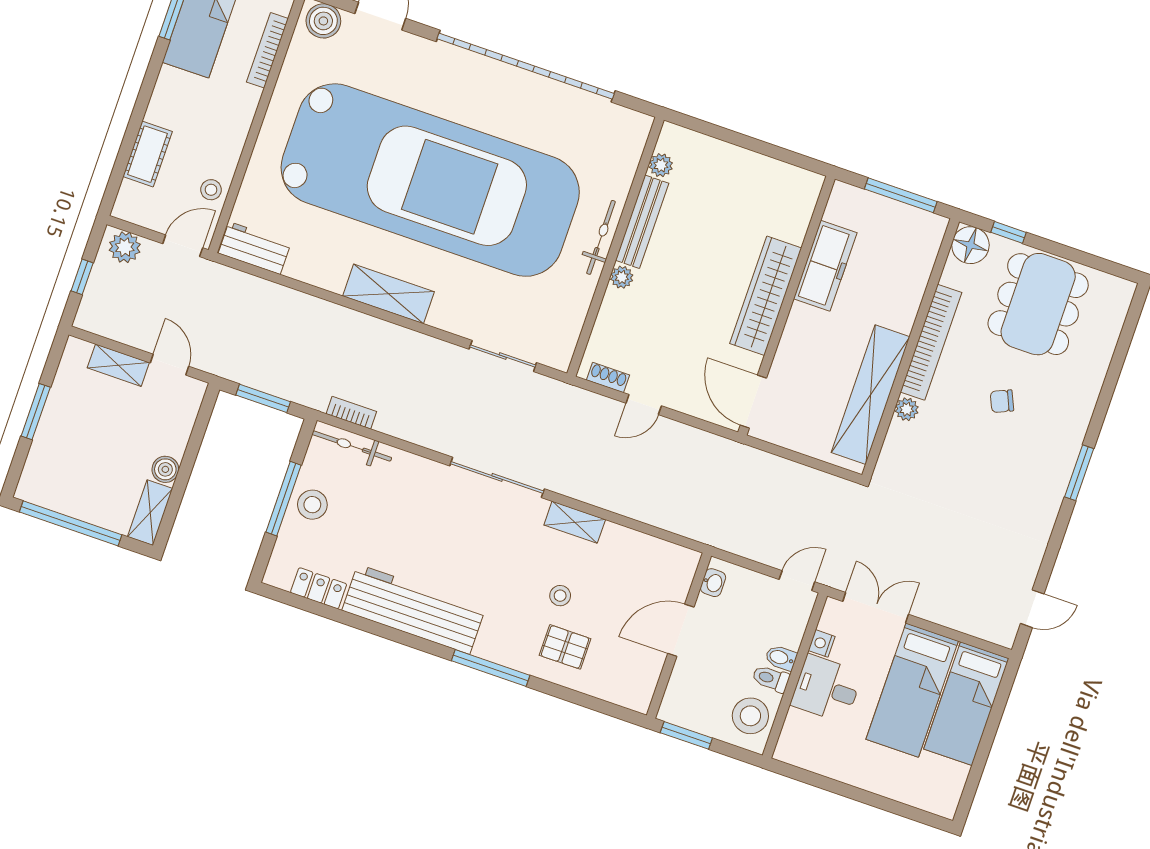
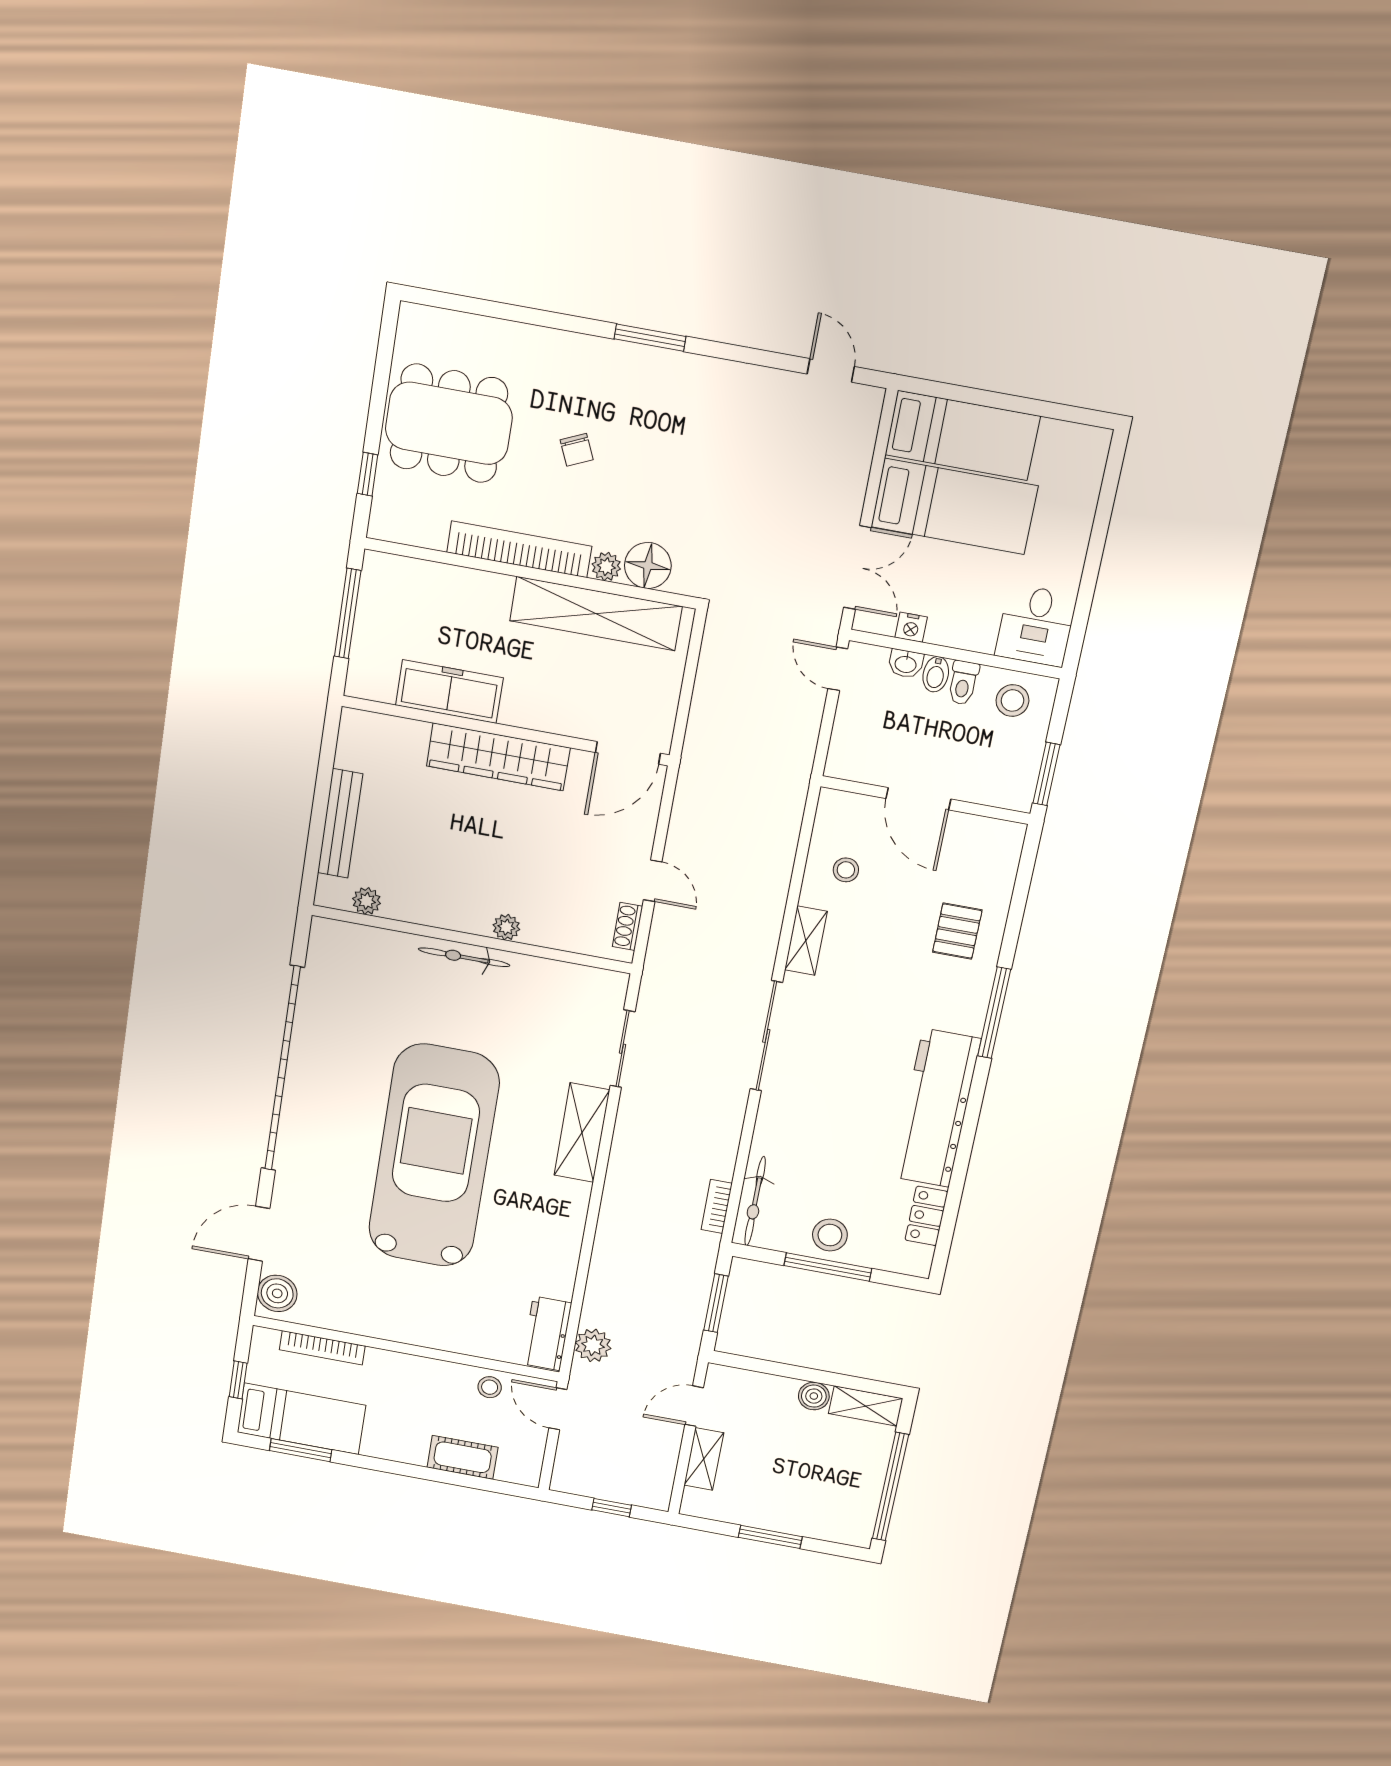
car: (430, 180) -> (434, 1156), width x0.73, depth x0.67
bench: (642, 222) -> (340, 823), moved, turned 90
floor lamp: (970, 245) -> (648, 566), moved
plant: (125, 247) -> (593, 1345), moved
shelving: (389, 294) -> (582, 1133), moved
washbasin: (713, 583) -> (906, 664), moved, turned 180
stool: (560, 596) -> (846, 870), moved
double door: (876, 608) -> (858, 568), swing flipped
desk: (827, 689) -> (1036, 625), moved
stool: (750, 716) -> (1012, 701), width x0.73, depth x0.73

